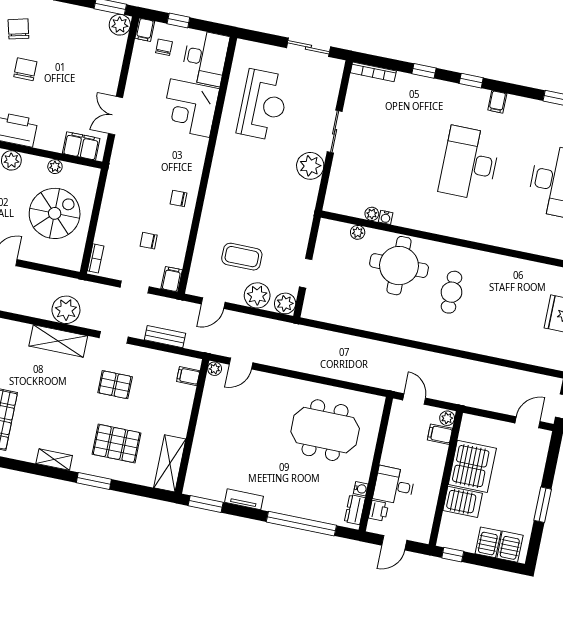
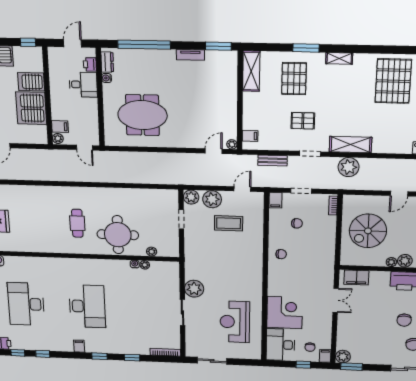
plant: (55, 167) -> (391, 262), moved
pallet: (117, 444) -> (294, 79), turned 90

